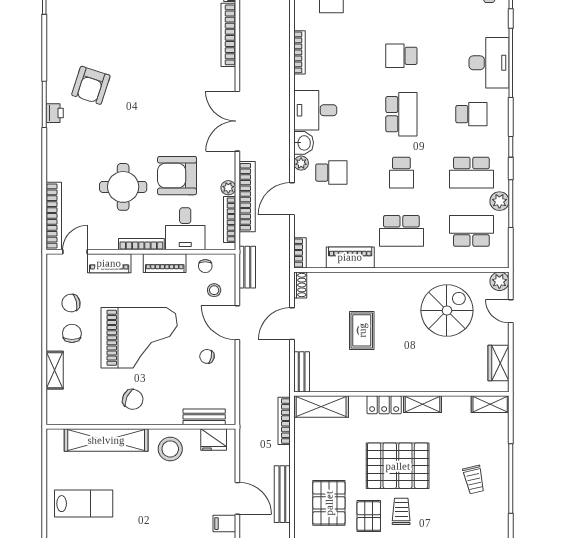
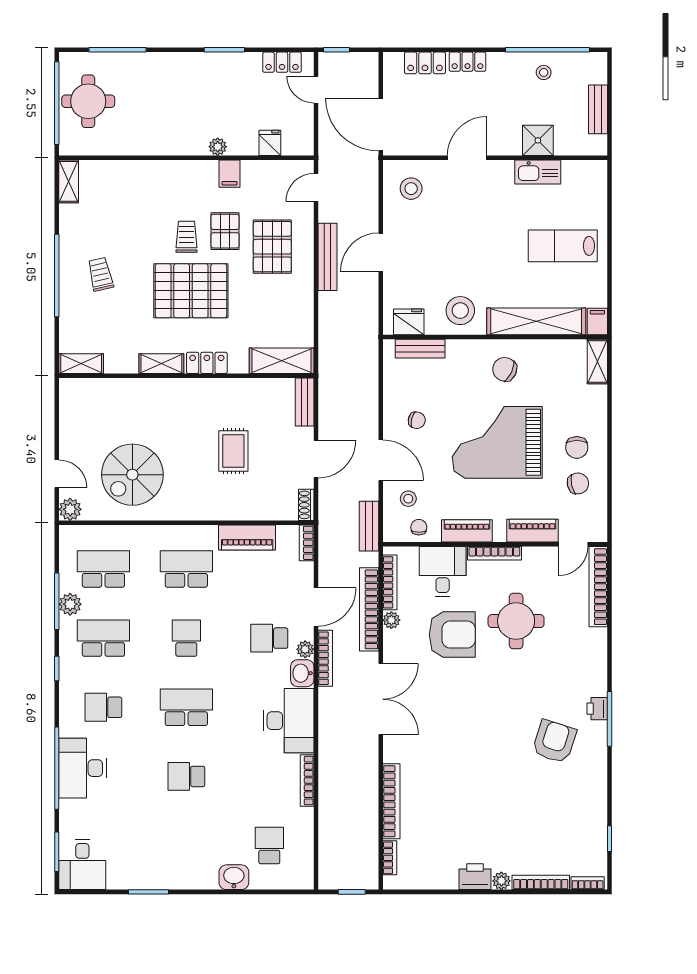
school desk: (401, 56) -> (186, 776), turned 180
desk: (315, 110) -> (288, 721), width x1.37
school desk: (401, 114) -> (186, 707), turned 90
school desk: (471, 231) -> (103, 569), turned 180
wardrobe: (499, 363) -> (71, 412), removed
shelving: (55, 370) -> (597, 362), moved
bookcase: (284, 421) -> (325, 658), moved
door: (237, 498) -> (381, 252), hinge flipped
trolley: (401, 511) -> (187, 237), turned 180
filing cabinet: (224, 524) -> (597, 321), moved, turned -90

